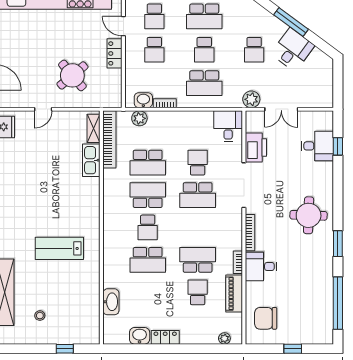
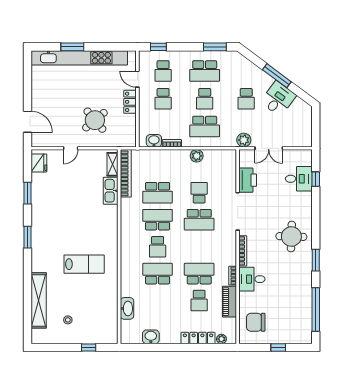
plant: (139, 118) -> (197, 156), moved
desk: (228, 126) -> (224, 162), removed
lab bench: (59, 248) -> (84, 264), turned 180
school desk: (148, 260) -> (158, 274), turned 180
school desk: (198, 292) -> (199, 301), turned 180
locker: (165, 337) -> (198, 338), moved, width x1.53

